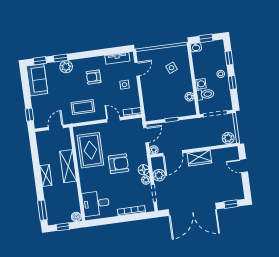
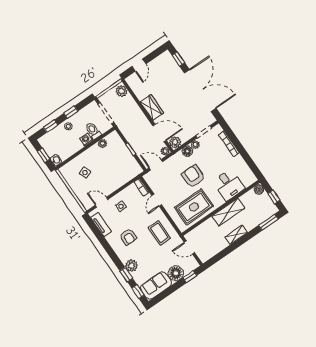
floor lamp: (39, 103) -> (176, 273), added
shelving: (68, 166) -> (228, 212), moved
plant: (159, 175) -> (175, 142), moved
desk: (96, 203) -> (229, 185), moved

